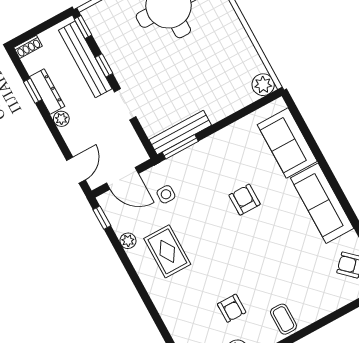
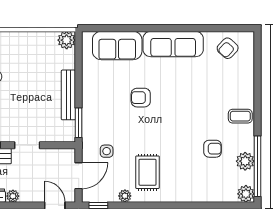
bench: (180, 132) -> (68, 95), moved
rug: (167, 251) -> (147, 172), turned 90

